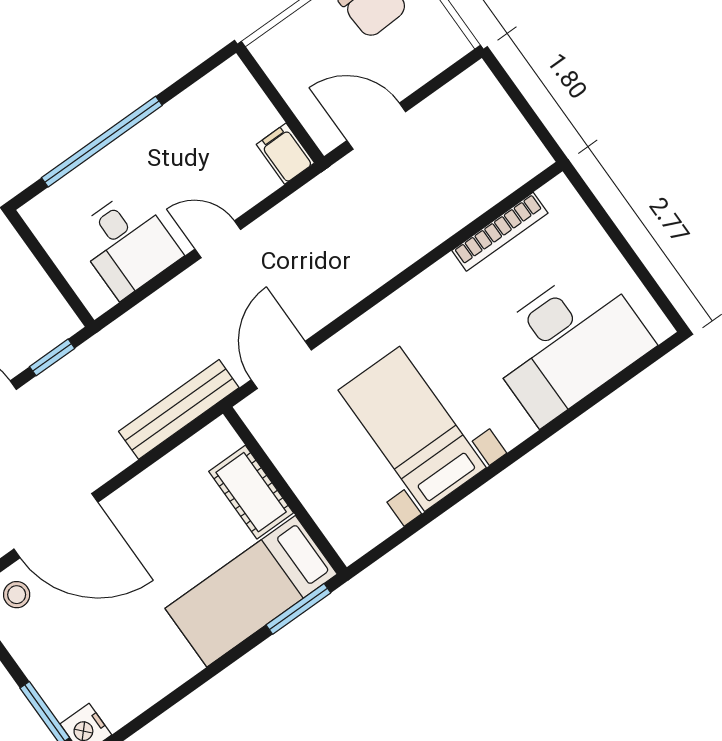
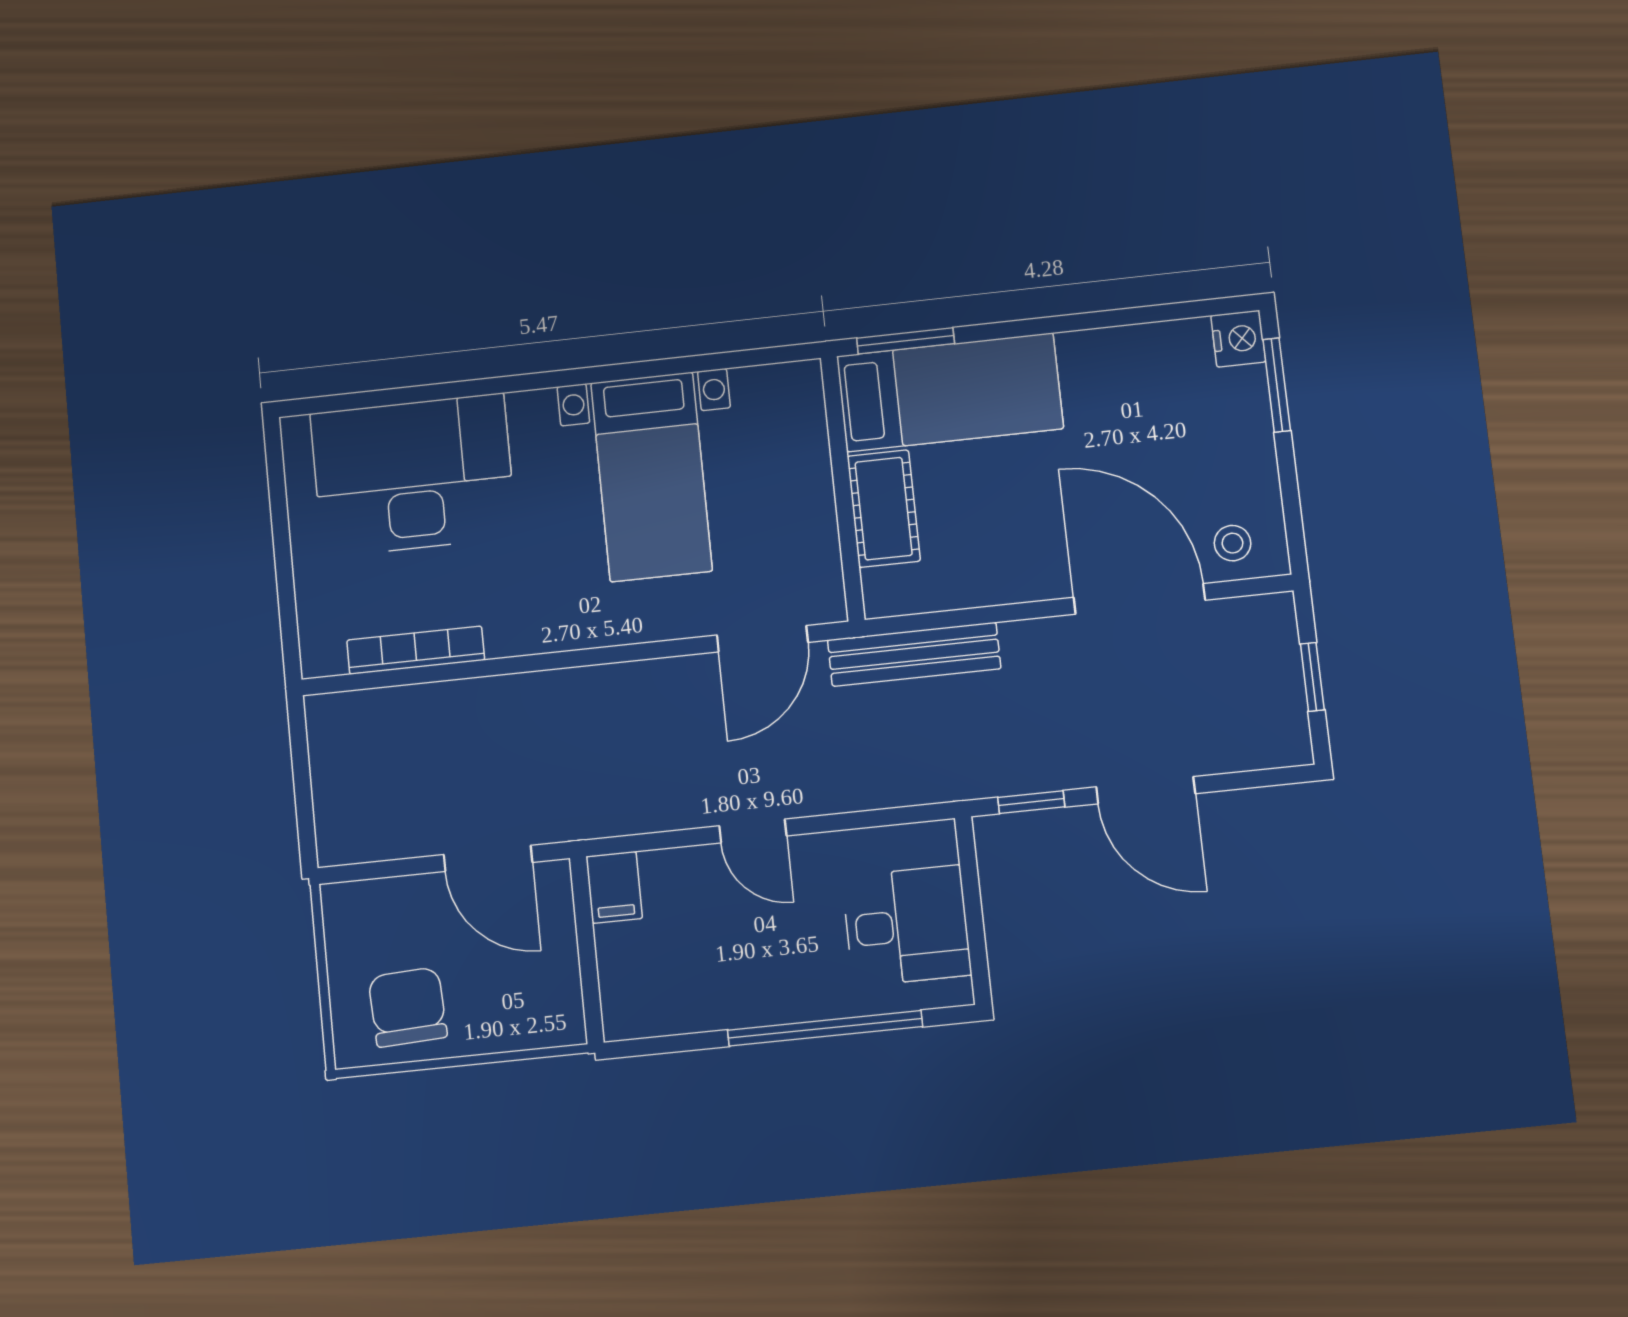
desk: (127, 244) -> (907, 926), moved, turned 90

